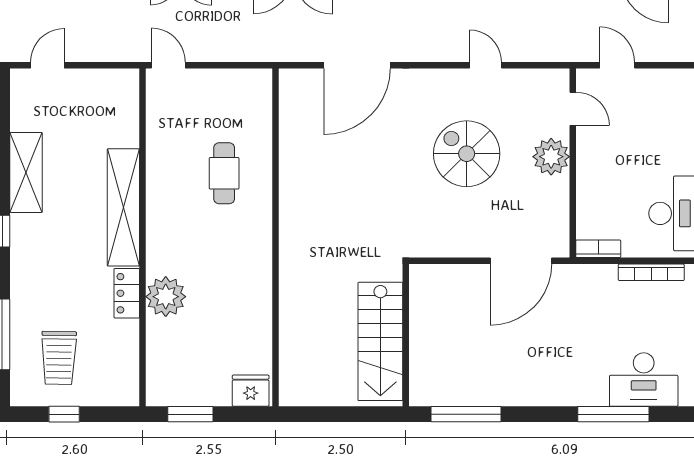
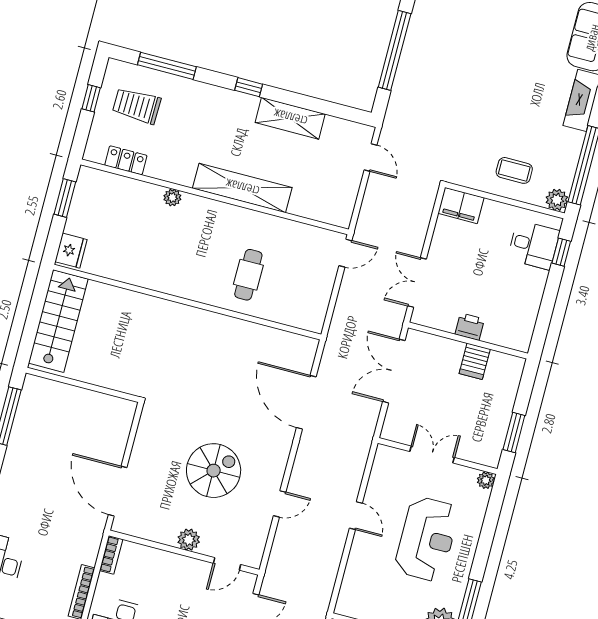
plant: (551, 157) -> (189, 540), width x0.73, depth x0.73
cafe table: (224, 173) -> (248, 275), turned 90
locker: (127, 293) -> (126, 160), moved
plant: (166, 297) -> (172, 198), width x0.53, depth x0.53
stairs: (380, 341) -> (58, 321), moved, turned 90

